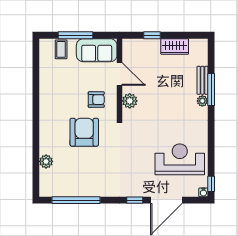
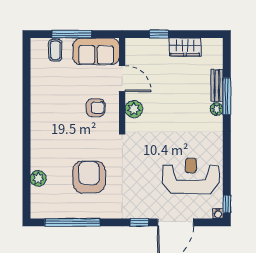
armchair: (84, 132) -> (89, 177), moved

